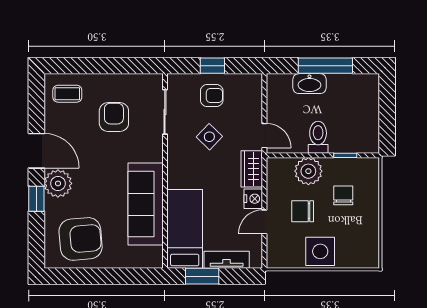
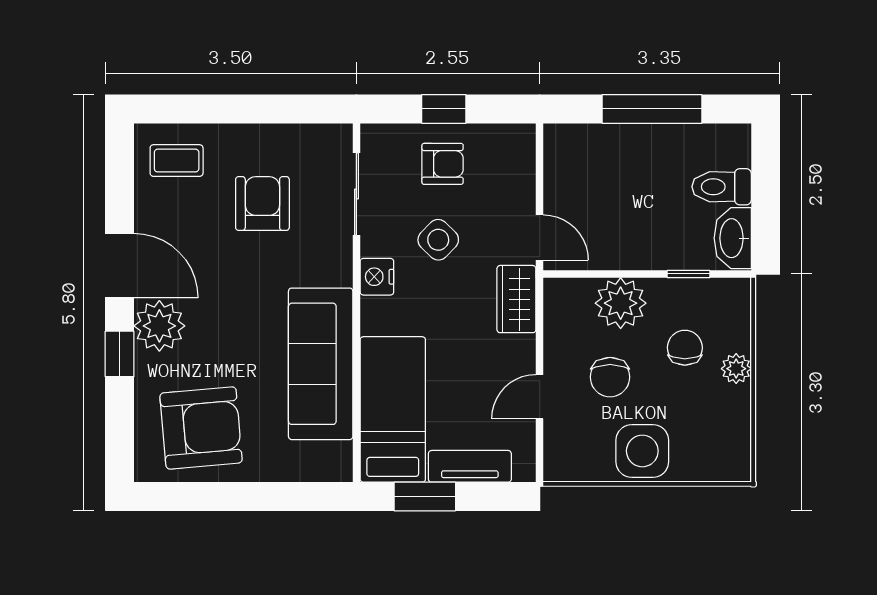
washbasin: (309, 84) -> (733, 238), moved, turned 90
toilet: (318, 137) -> (722, 187), moved, turned -90
nightstand: (253, 199) -> (377, 277), moved, turned 180
plant: (371, 207) -> (736, 369), added
chair: (303, 211) -> (610, 377), turned -90

